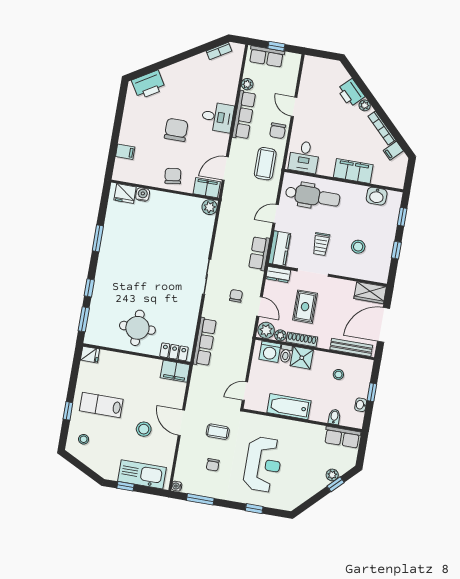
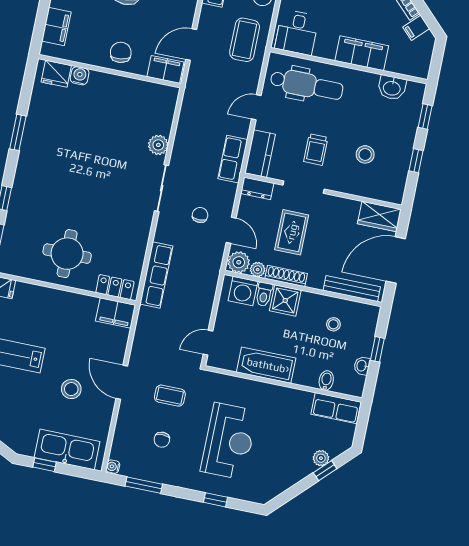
filing cabinet: (125, 152) -> (56, 27), width x2.00
plant: (210, 207) -> (158, 145), moved

